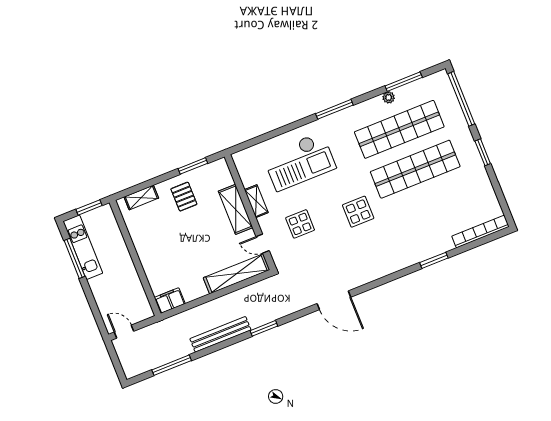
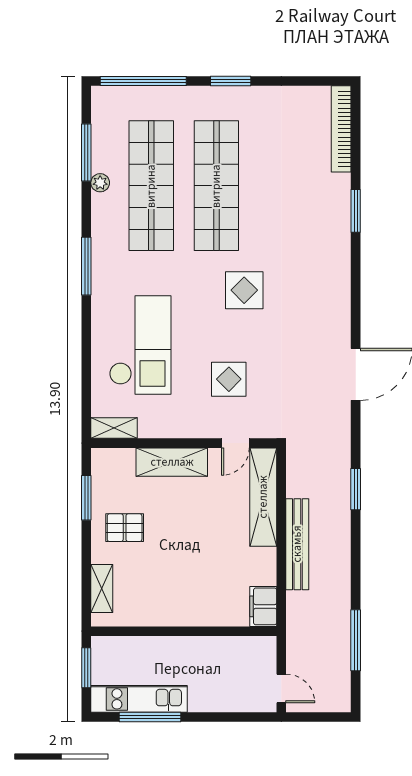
shelving: (256, 201) -> (114, 428), moved
door: (124, 332) -> (281, 688), swing flipped
bench: (220, 334) -> (297, 544), moved

